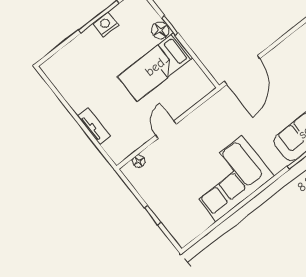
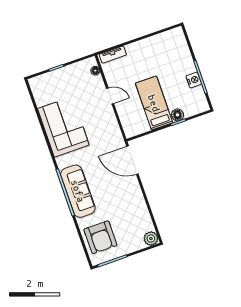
tv unit: (94, 126) -> (113, 55), moved

